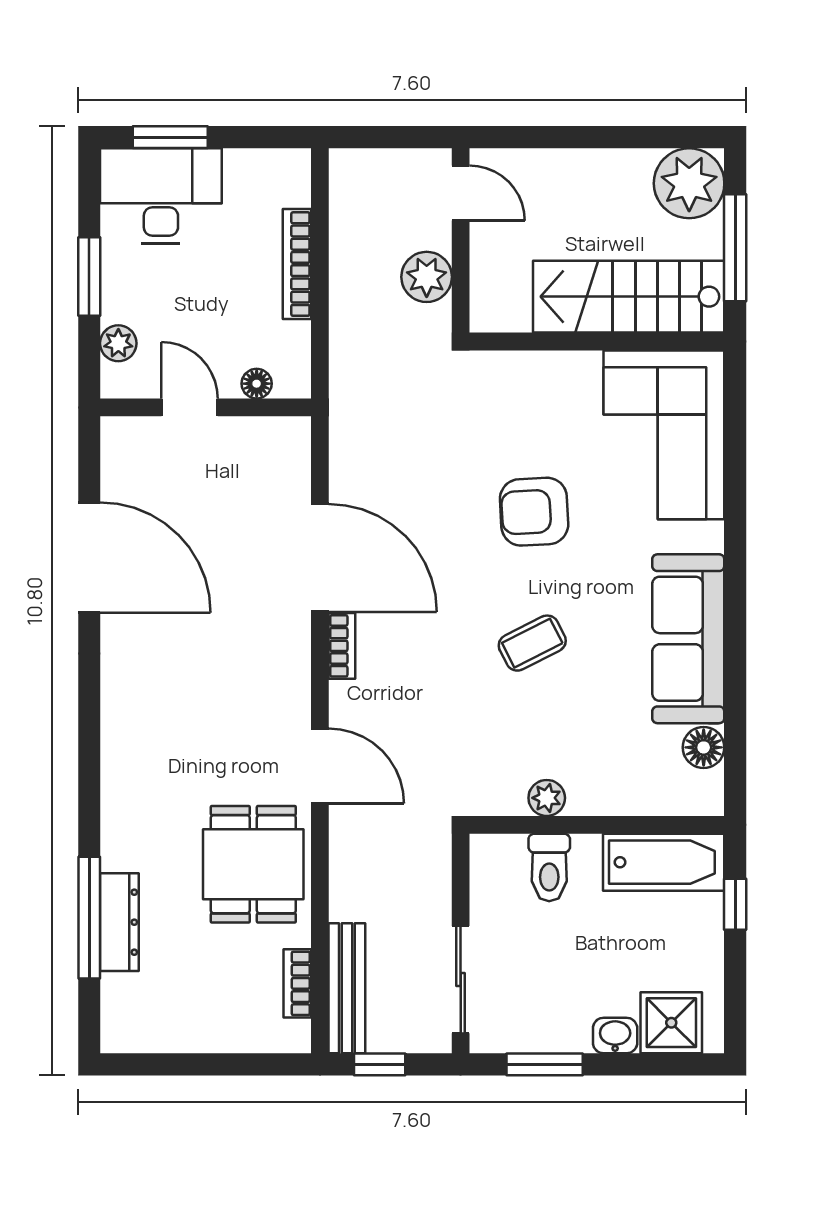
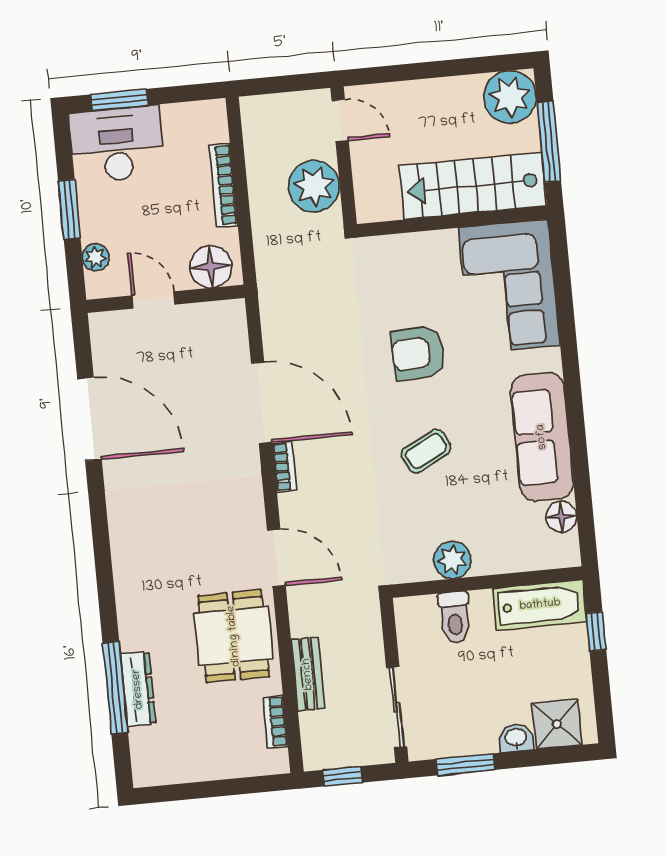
plant: (427, 277) -> (314, 186), width x1.36, depth x1.36
floor lamp: (257, 384) -> (211, 267), width x1.89, depth x1.89
plant: (547, 798) -> (452, 560), width x1.38, depth x1.38
bench: (347, 988) -> (308, 674), moved, width x0.73

